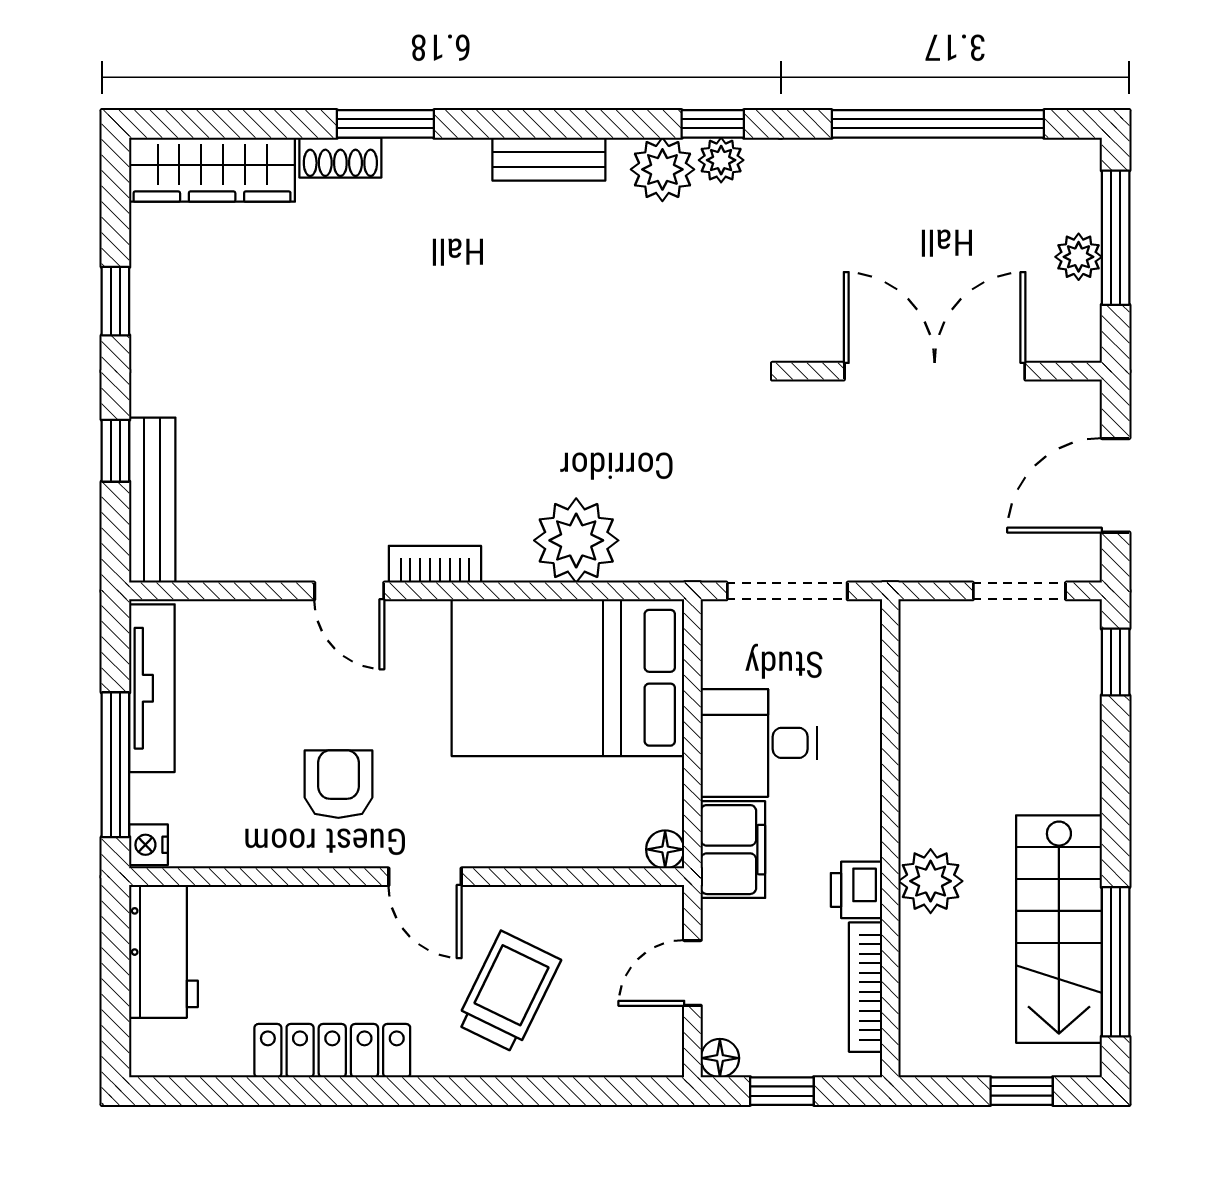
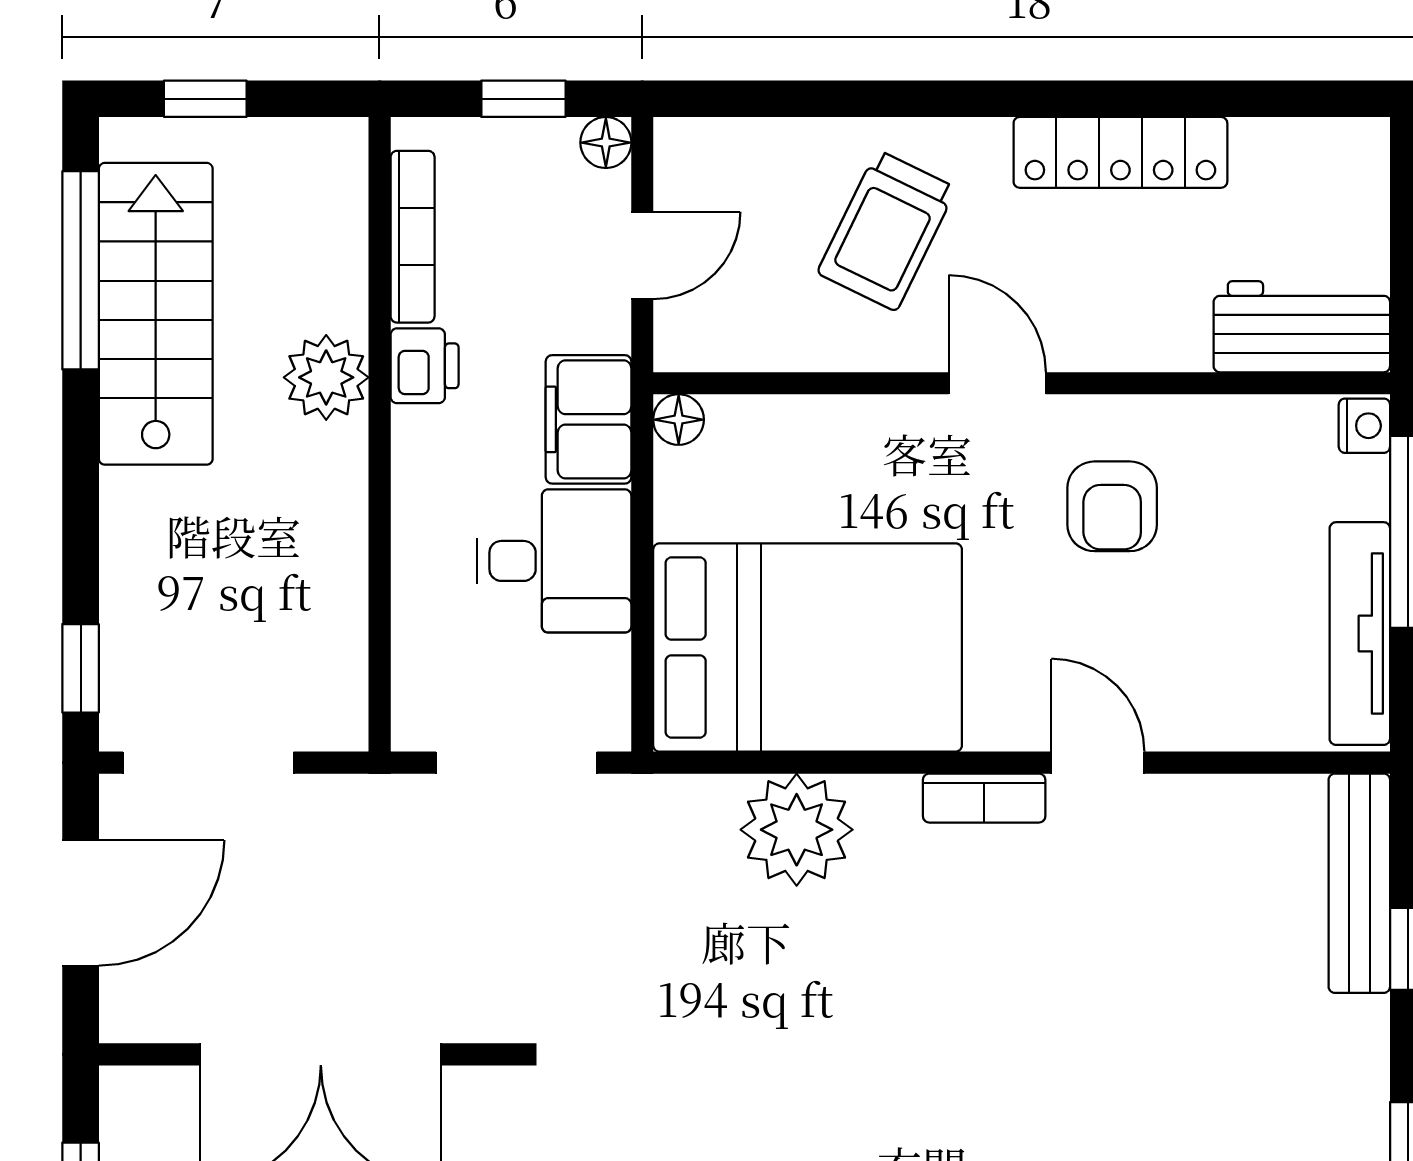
doorway: (1019, 591) -> (208, 763), width x1.38
workbench: (164, 951) -> (1302, 327), moved, turned 90

